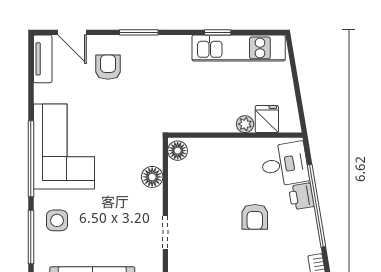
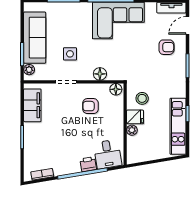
stool: (193, 107) -> (142, 98), added
fridge: (267, 119) -> (135, 117), moved
armchair: (255, 217) -> (90, 106), moved
side table: (57, 220) -> (70, 54), moved

